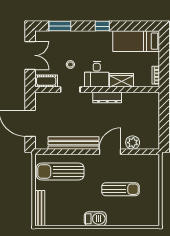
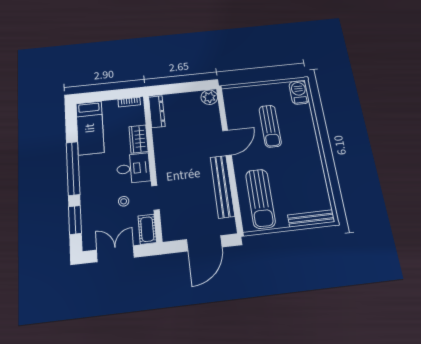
window: (102, 26) -> (73, 168), width x3.17
dresser: (107, 97) -> (157, 112), moved
plant: (133, 143) -> (209, 97), moved
door: (110, 152) -> (227, 143), swing flipped
sun lounger: (121, 189) -> (270, 126), turned 180
barbecue: (95, 219) -> (299, 92), moved

